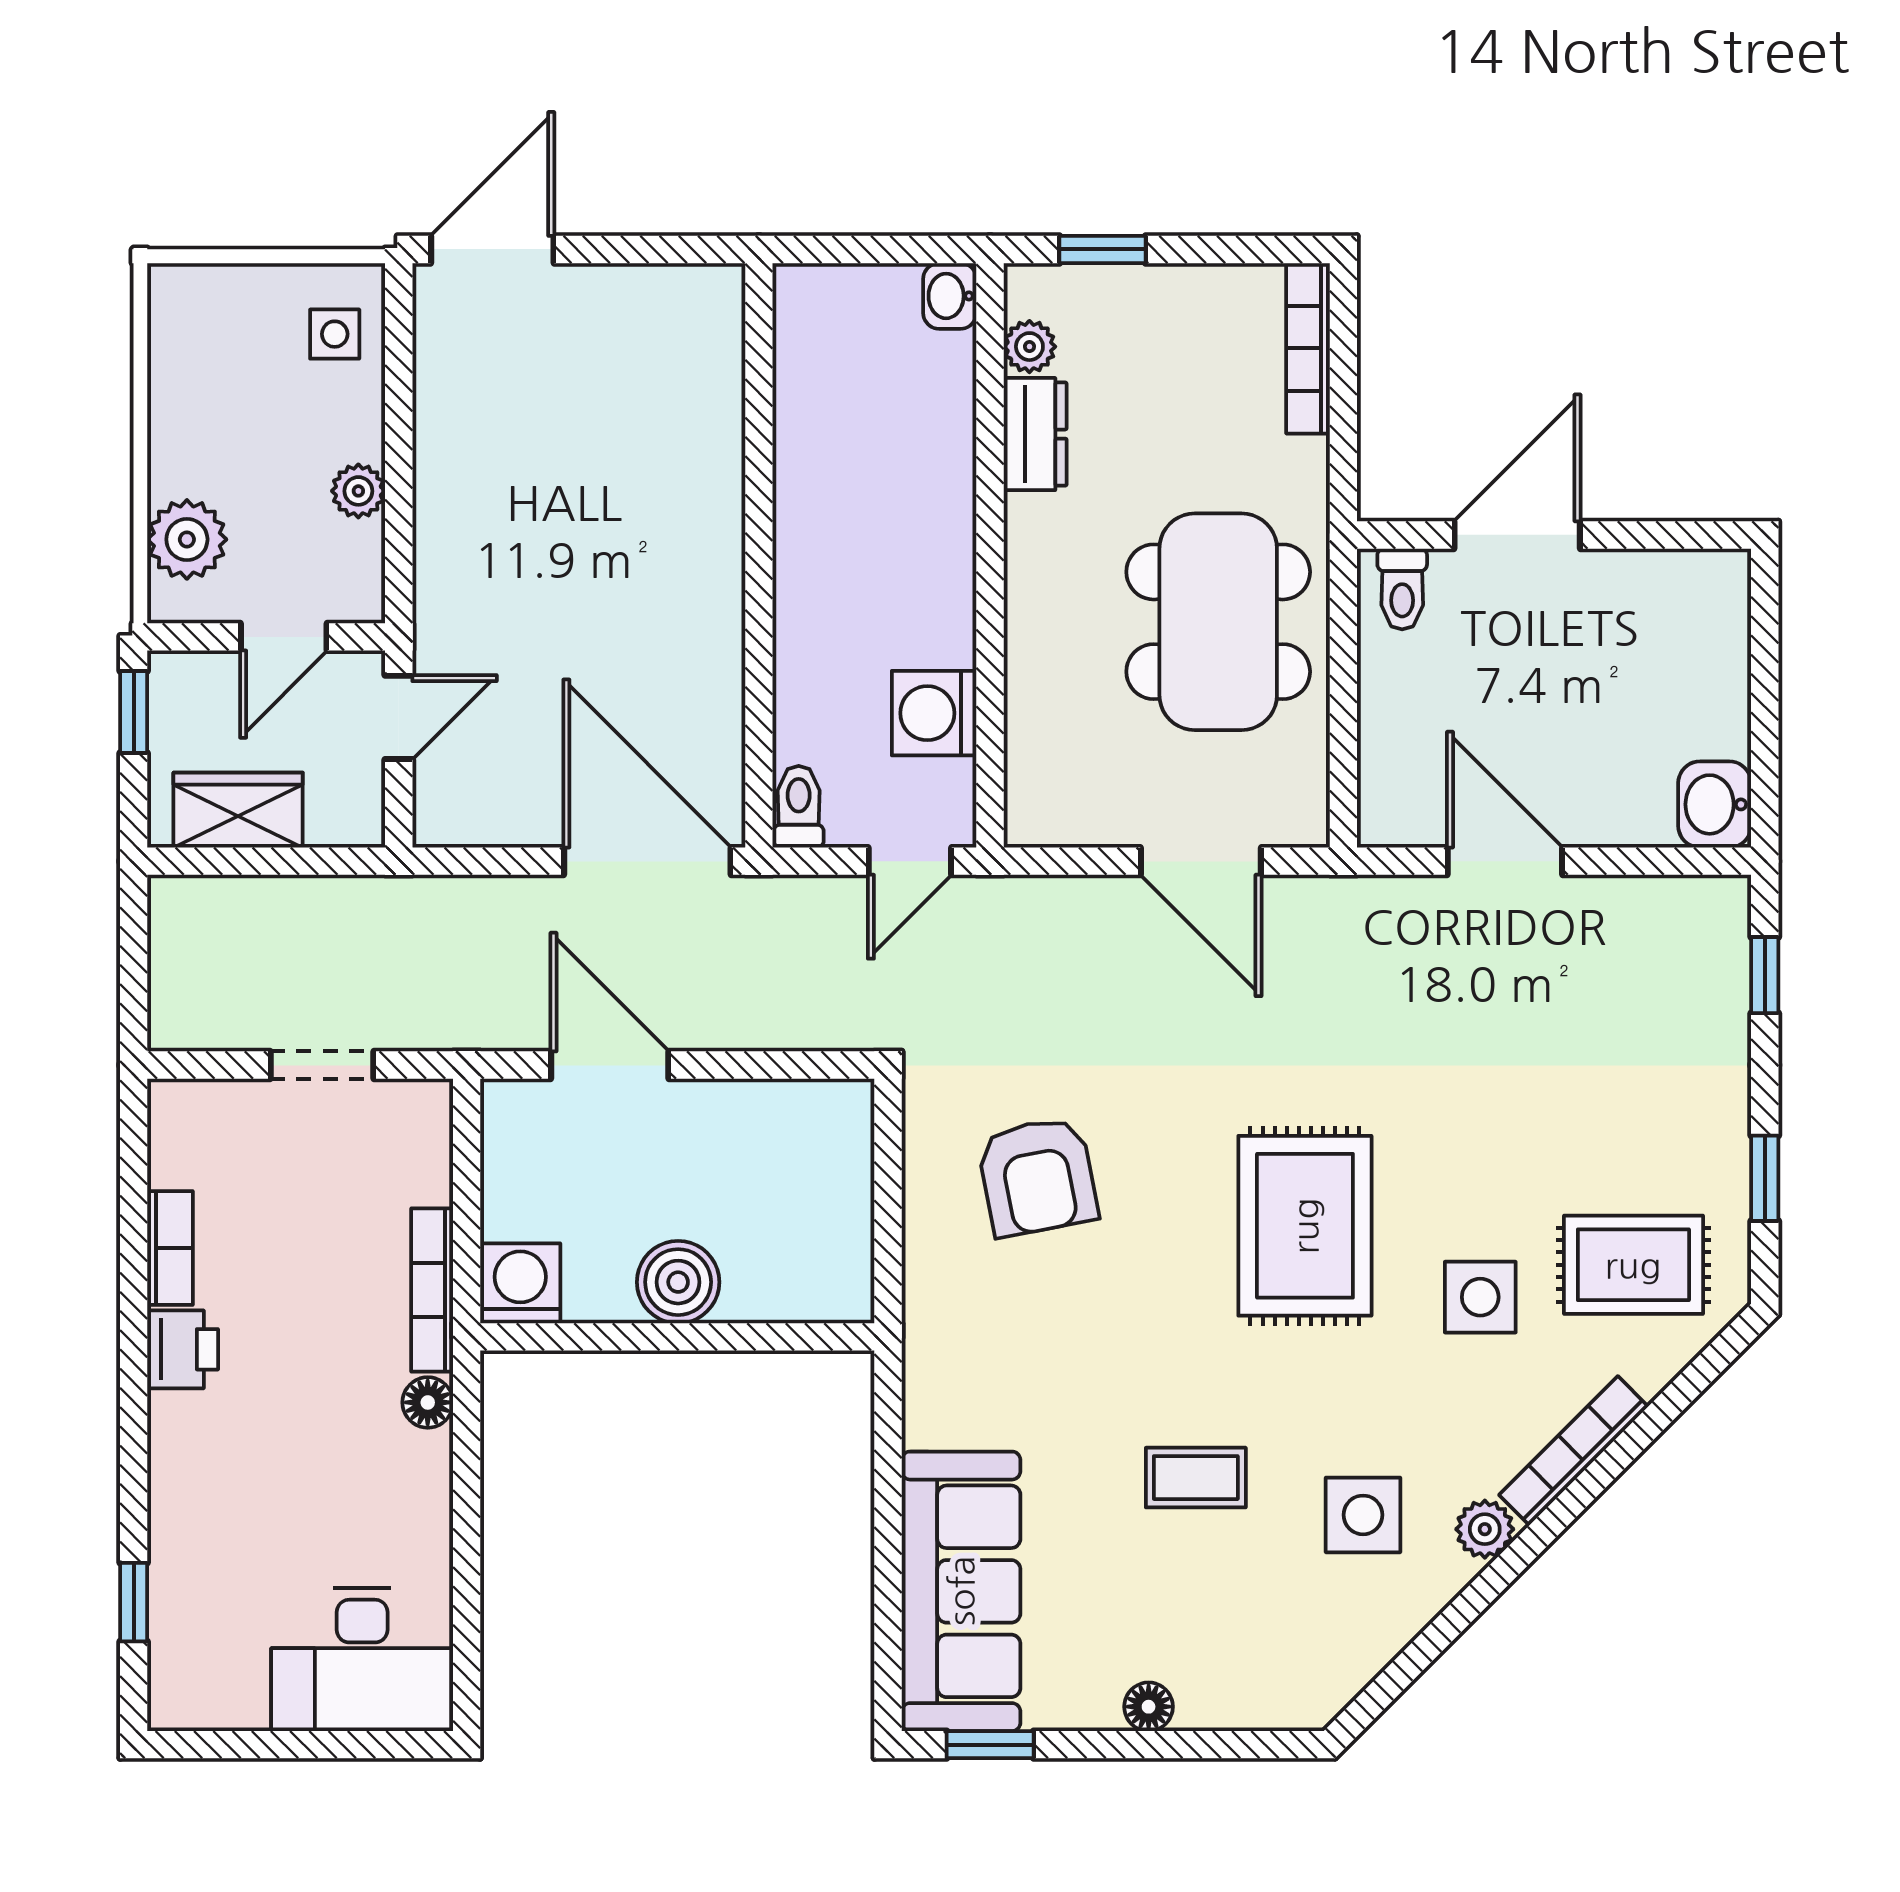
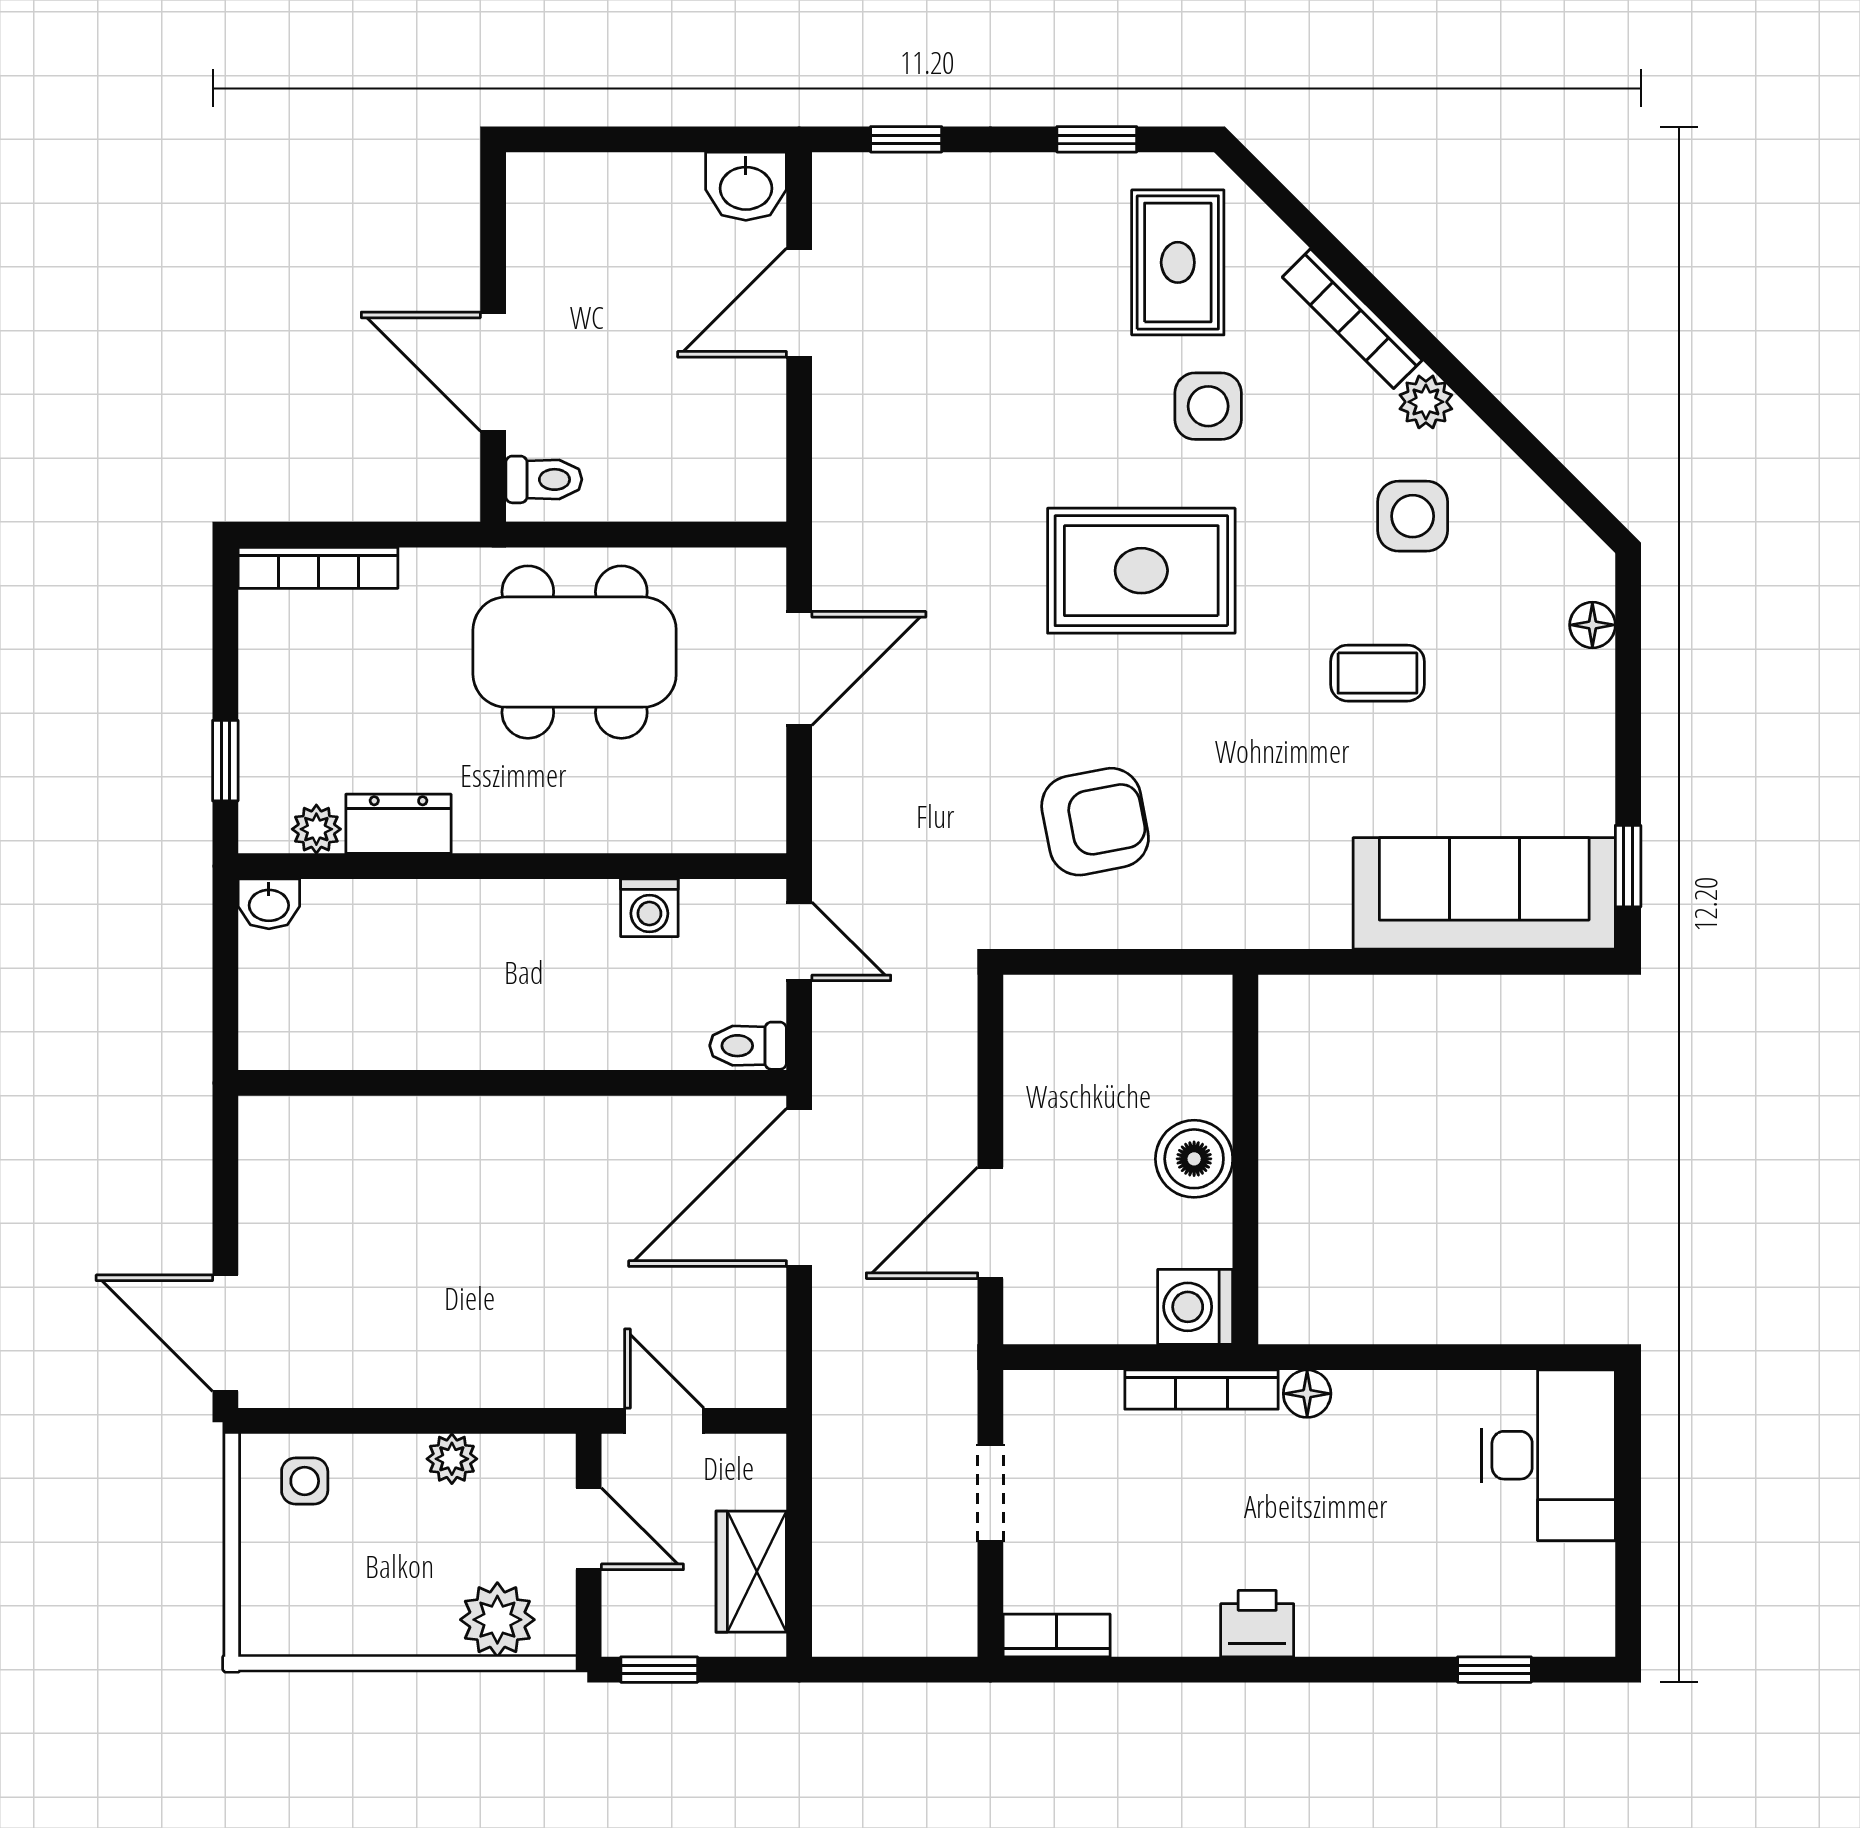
washing machine: (934, 713) -> (649, 908), width x0.73, depth x0.73
door: (1505, 861) -> (799, 303), moved
bookcase: (170, 1248) -> (1057, 1635), moved
coffee table: (1196, 1478) -> (1377, 673), turned 90
floor lamp: (1149, 1707) -> (1592, 625), moved

